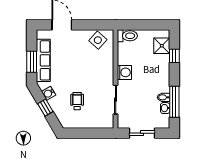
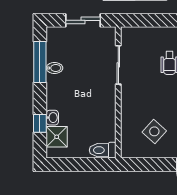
side table: (98, 40) -> (154, 131), moved
washing machine: (124, 72) -> (106, 101), removed
washbasin: (165, 108) -> (52, 118), moved

